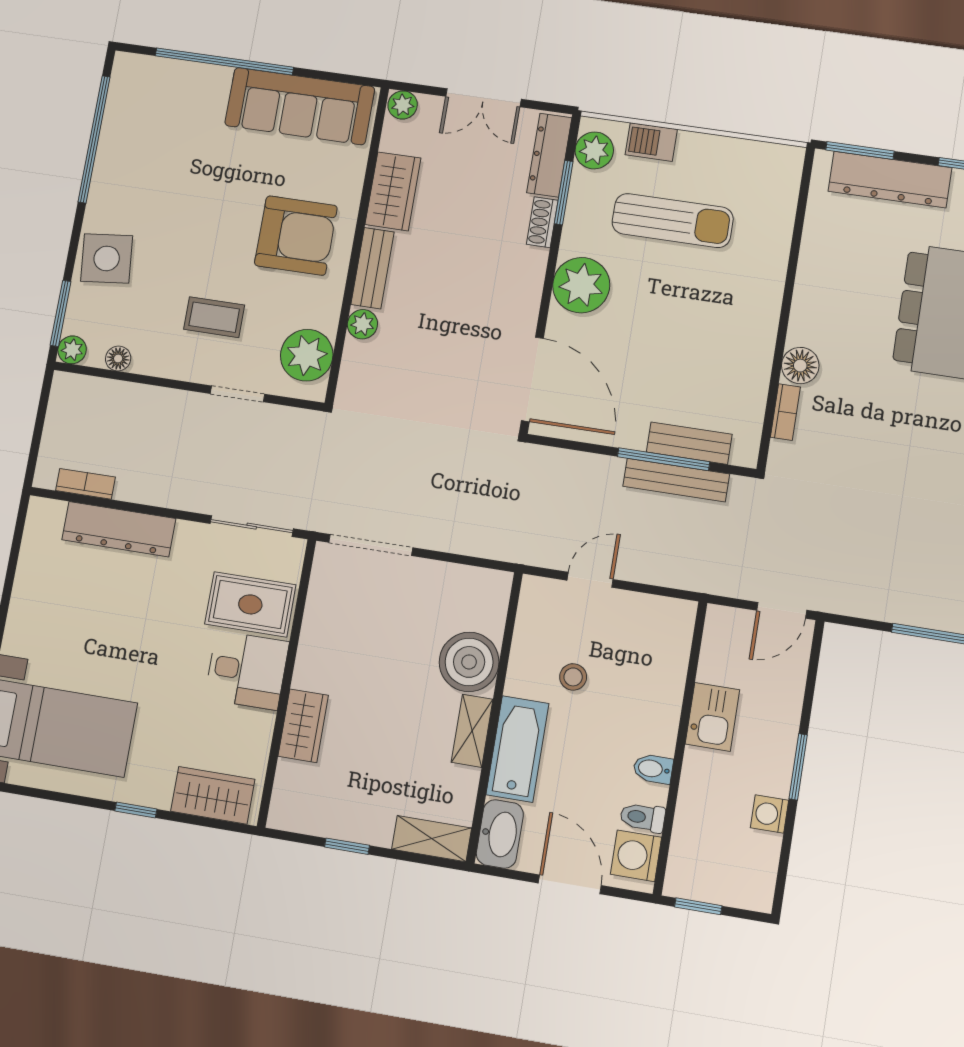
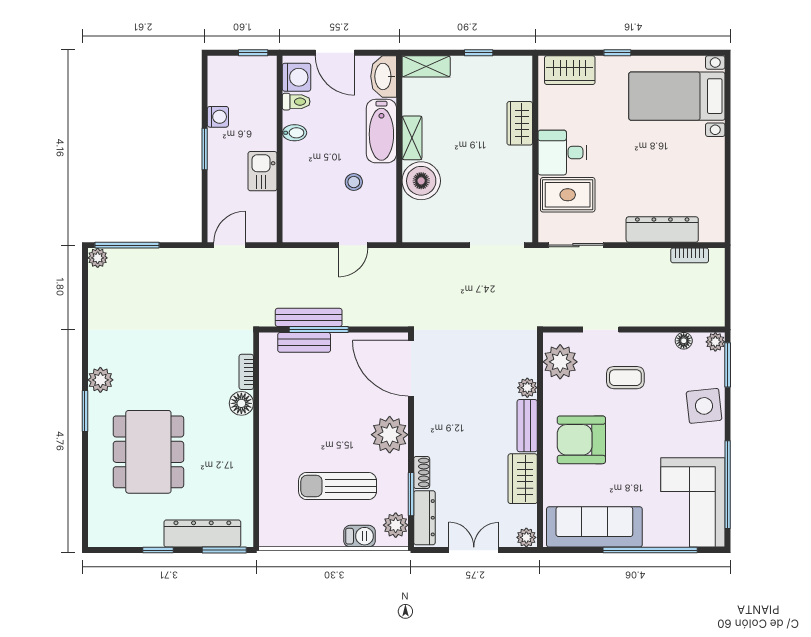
corner sofa: (149, 121) -> (693, 502), added

